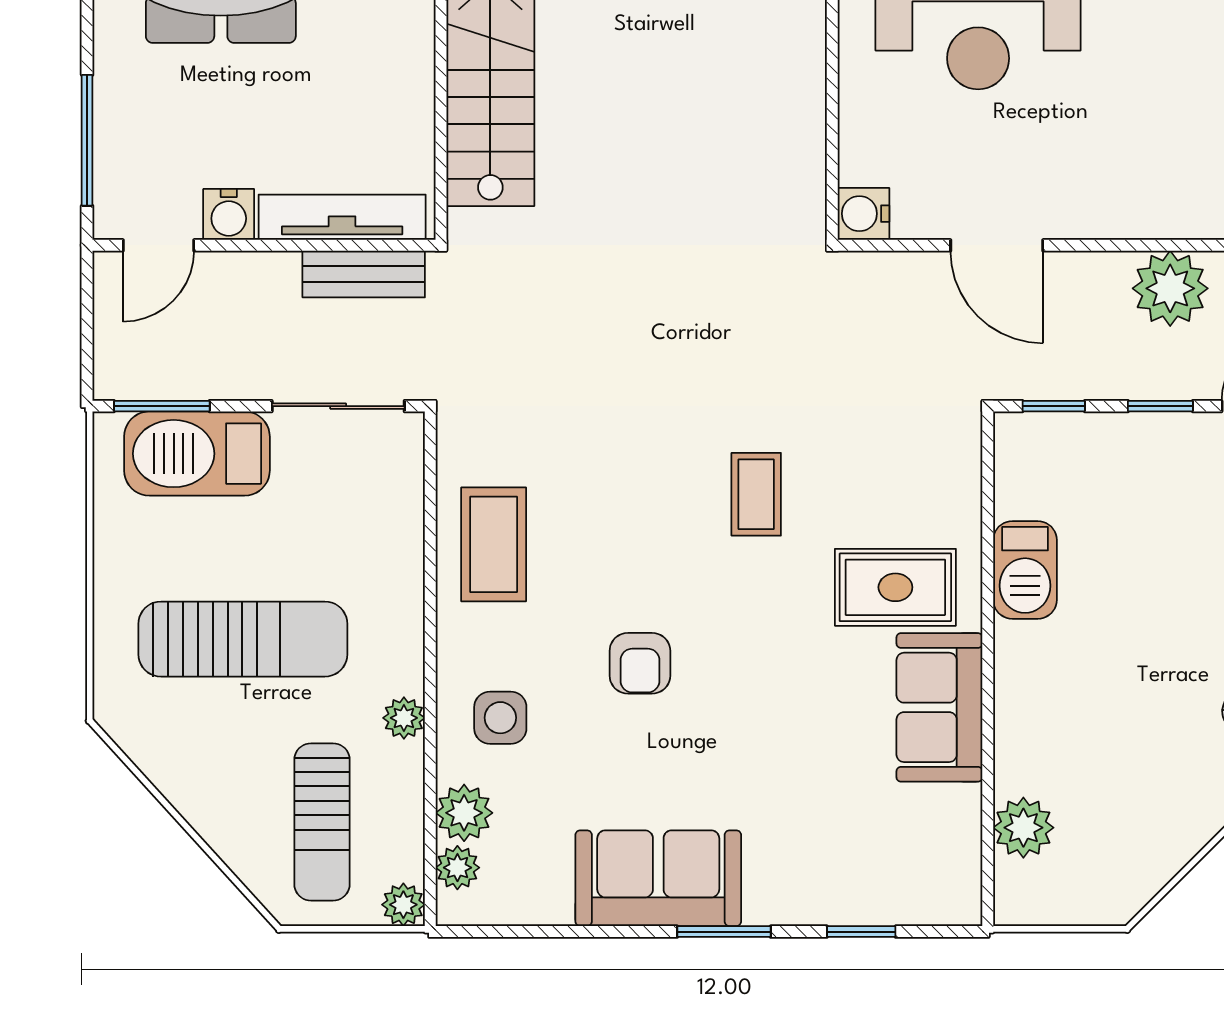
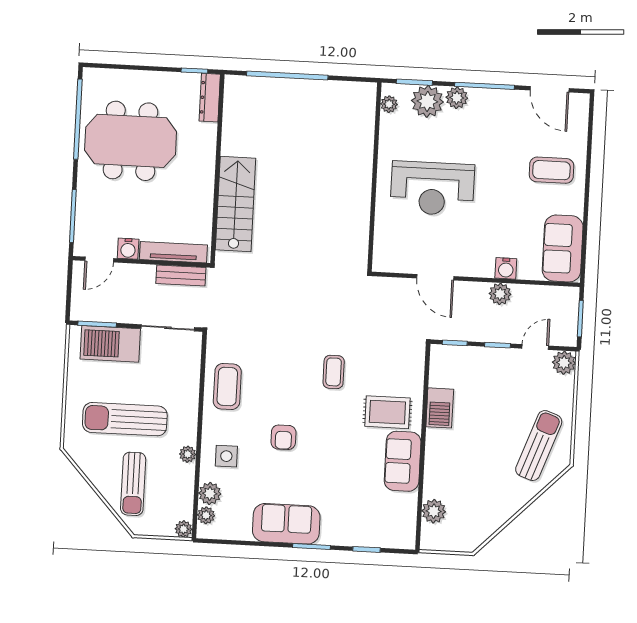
water cooler: (863, 214) -> (506, 268), moved, turned -90
plant: (1170, 288) -> (500, 294), width x0.73, depth x0.73
sun lounger: (243, 639) -> (125, 419), turned 180
sun lounger: (322, 822) -> (133, 484), moved

